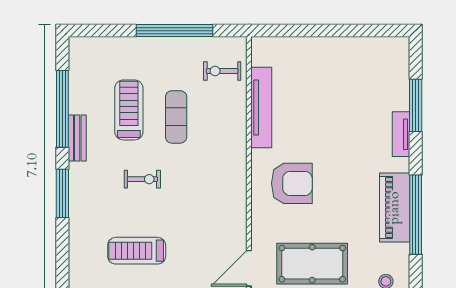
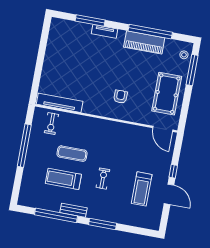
tv unit: (261, 108) -> (60, 103), moved
armchair: (292, 183) -> (120, 97), width x0.53, depth x0.53

